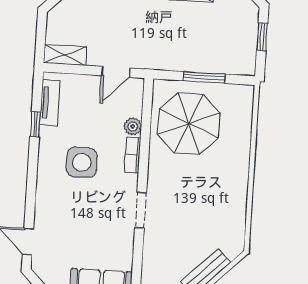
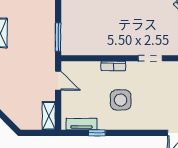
window: (204, 77) -> (58, 37), moved
parasol: (189, 124) -> (90, 29), removed
plant: (133, 126) -> (94, 67), removed

